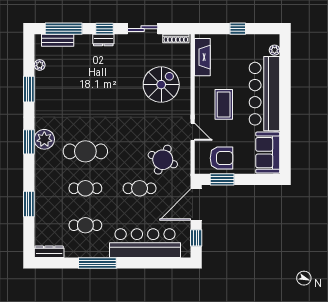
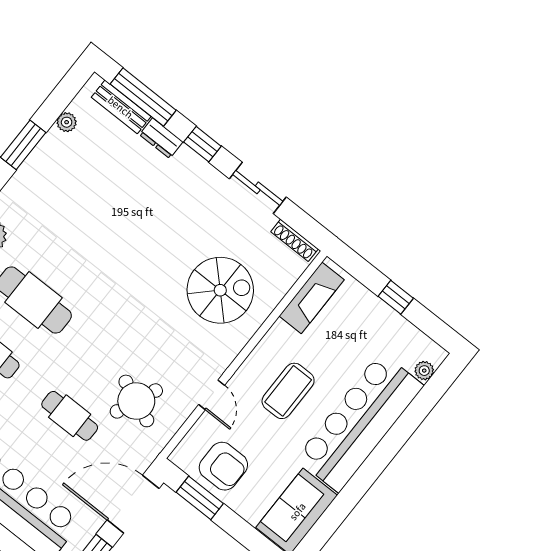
dresser: (103, 40) -> (161, 138), moved

